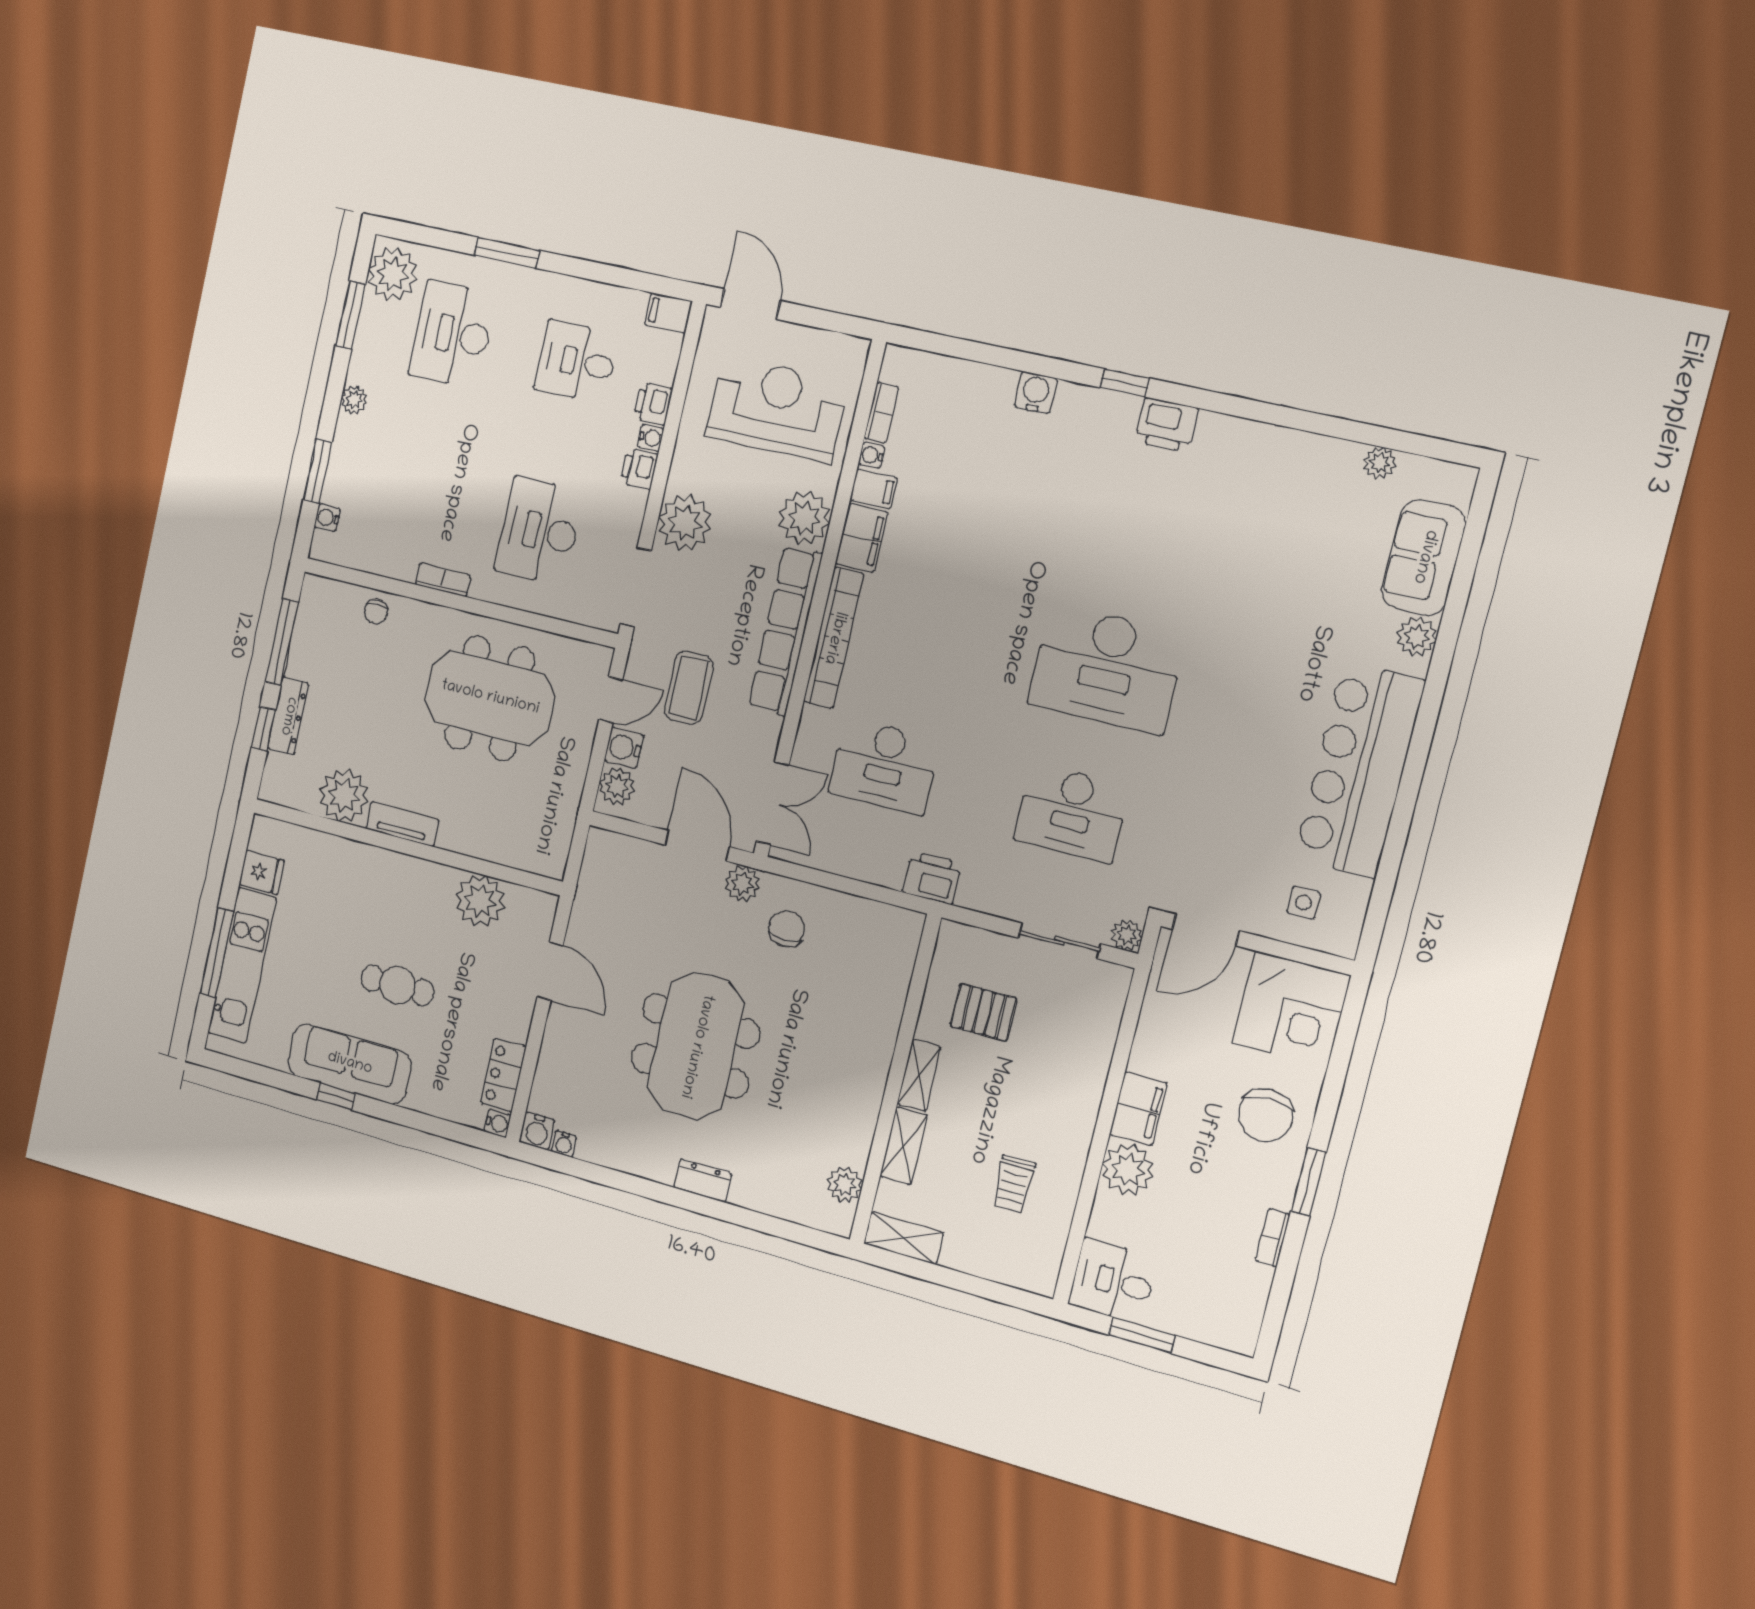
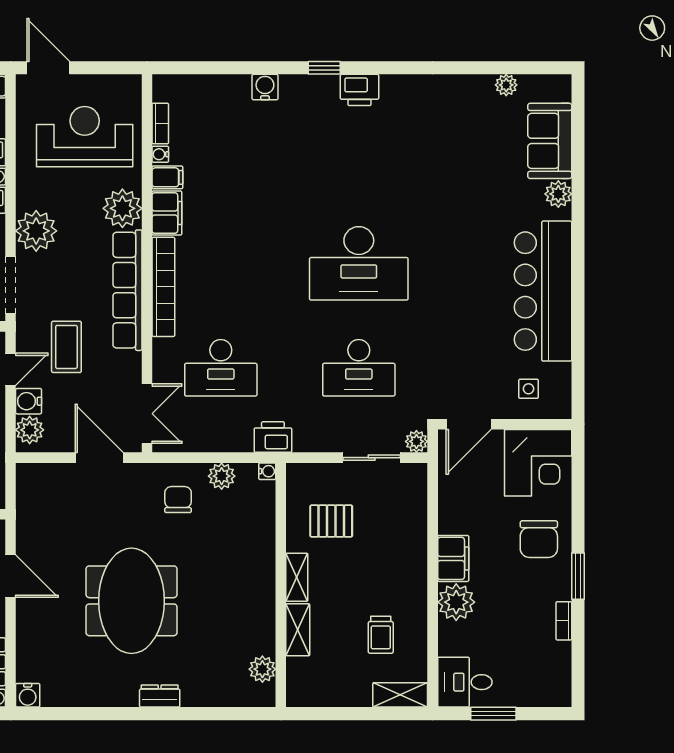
plant: (742, 884) -> (222, 476), moved
water cooler: (564, 1144) -> (267, 471), moved, turned -90
shelving: (904, 1238) -> (400, 695), moved

